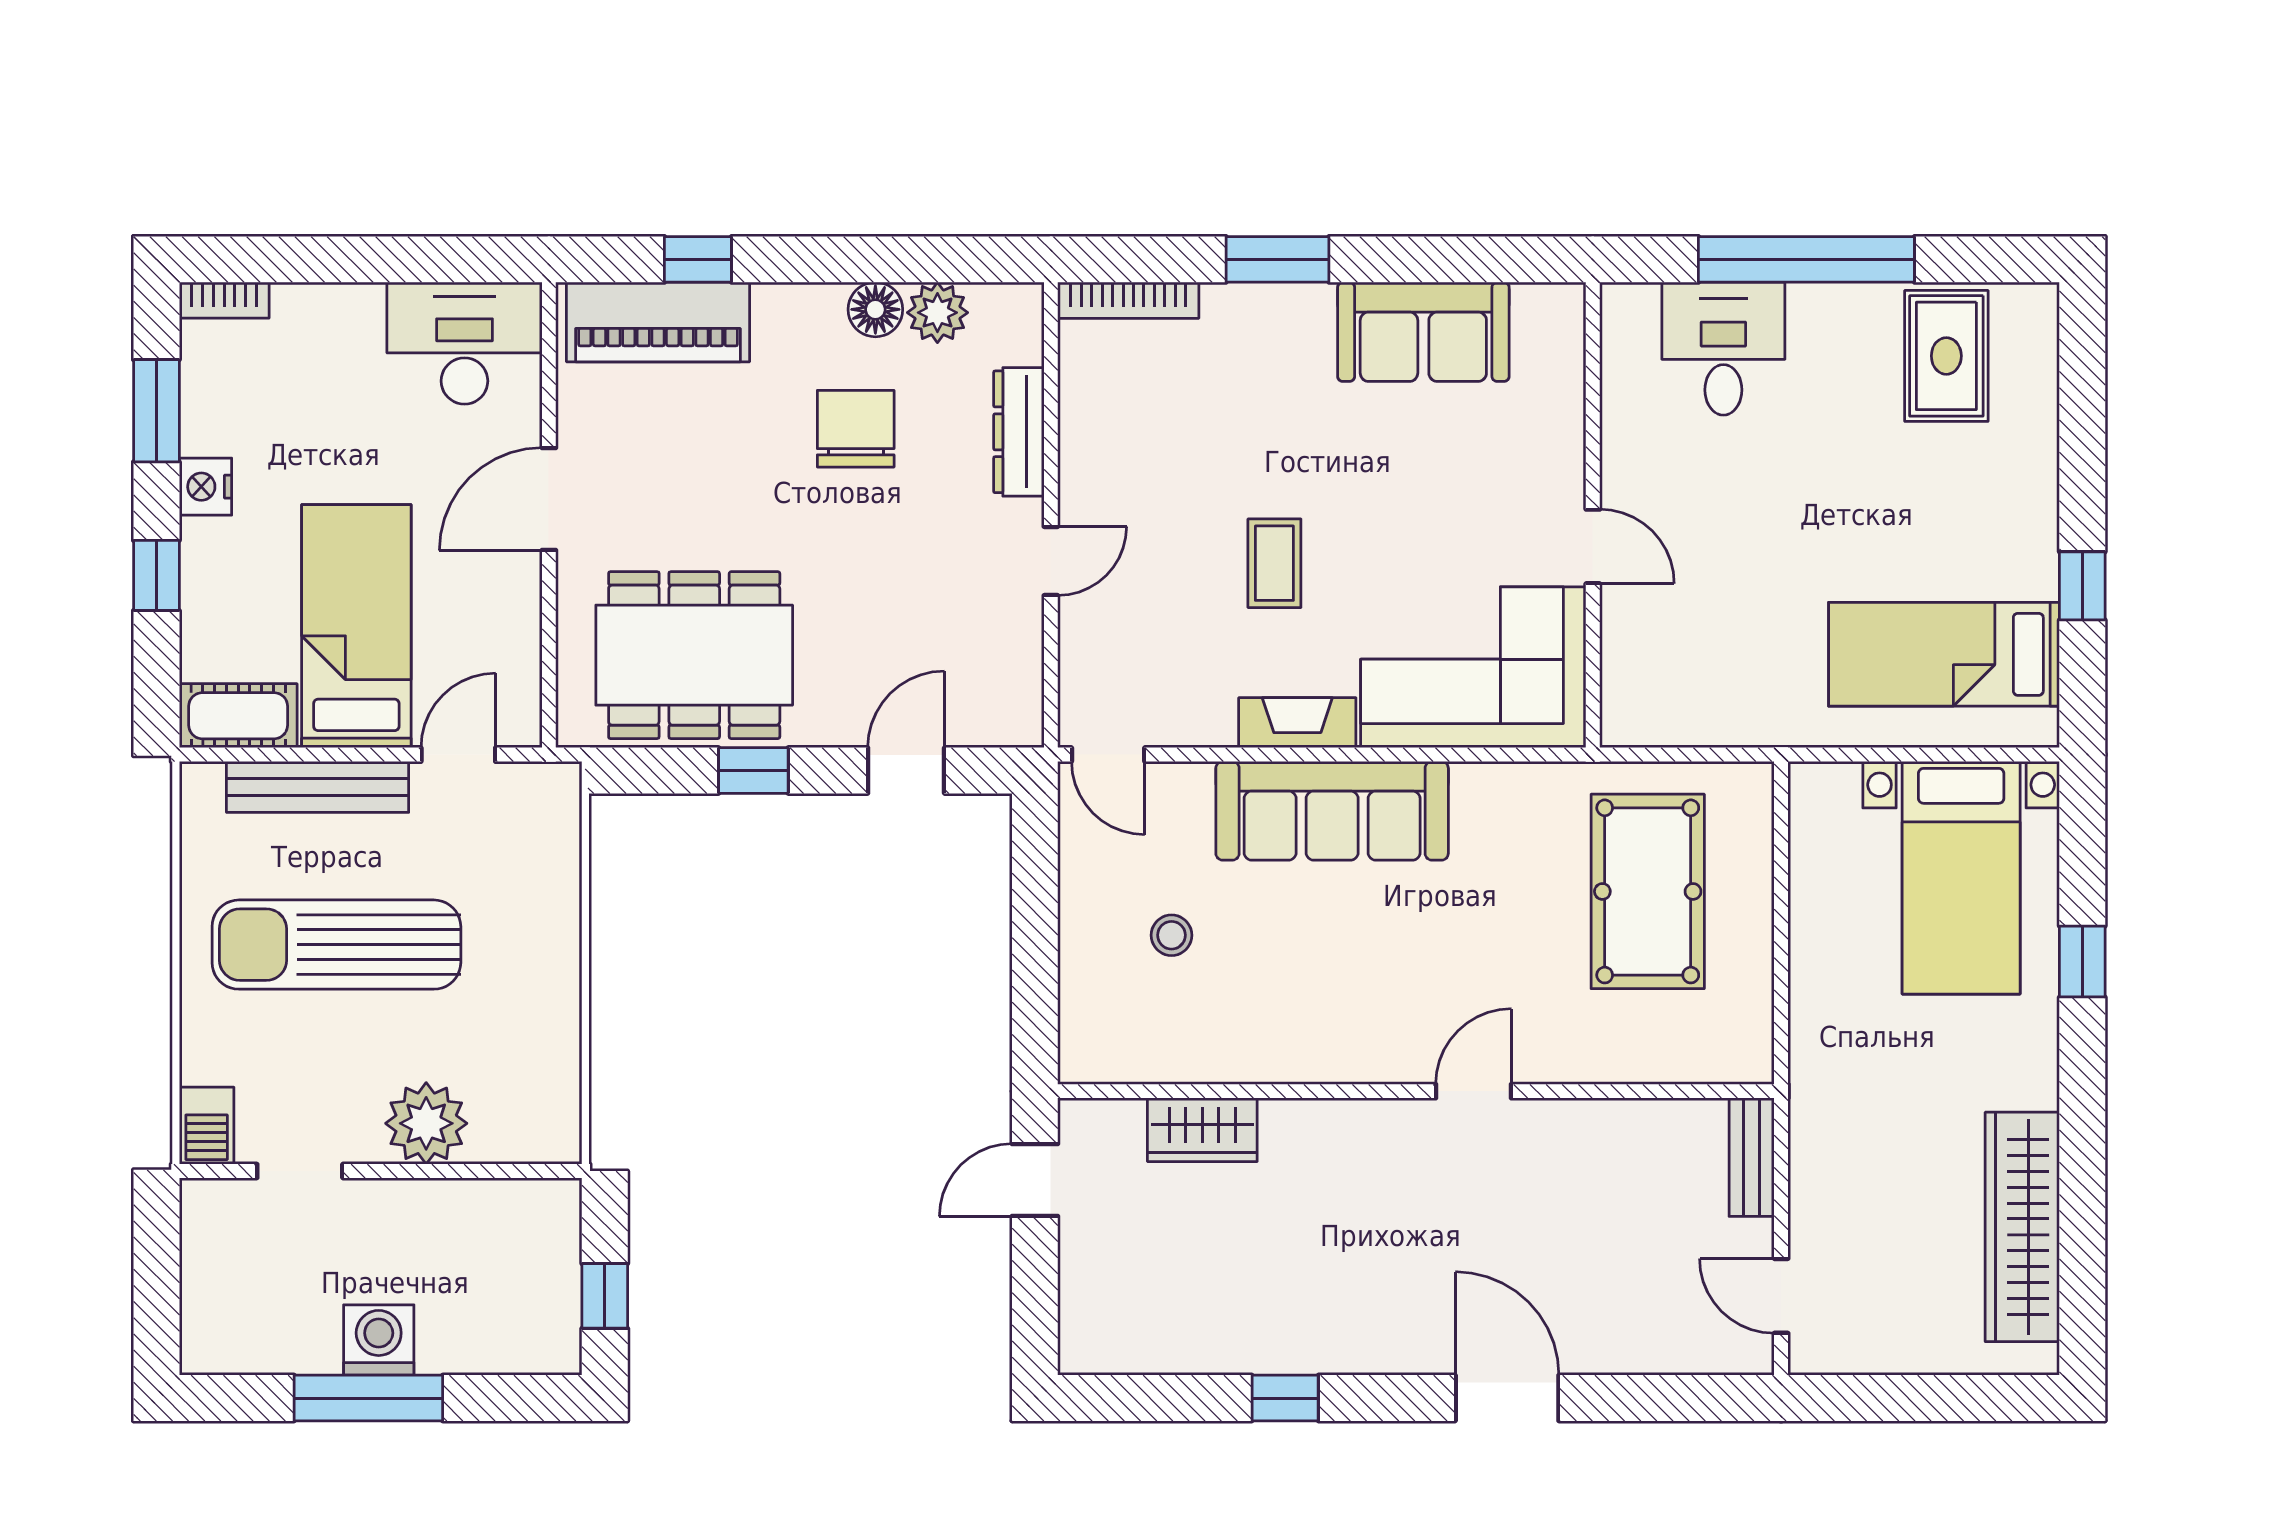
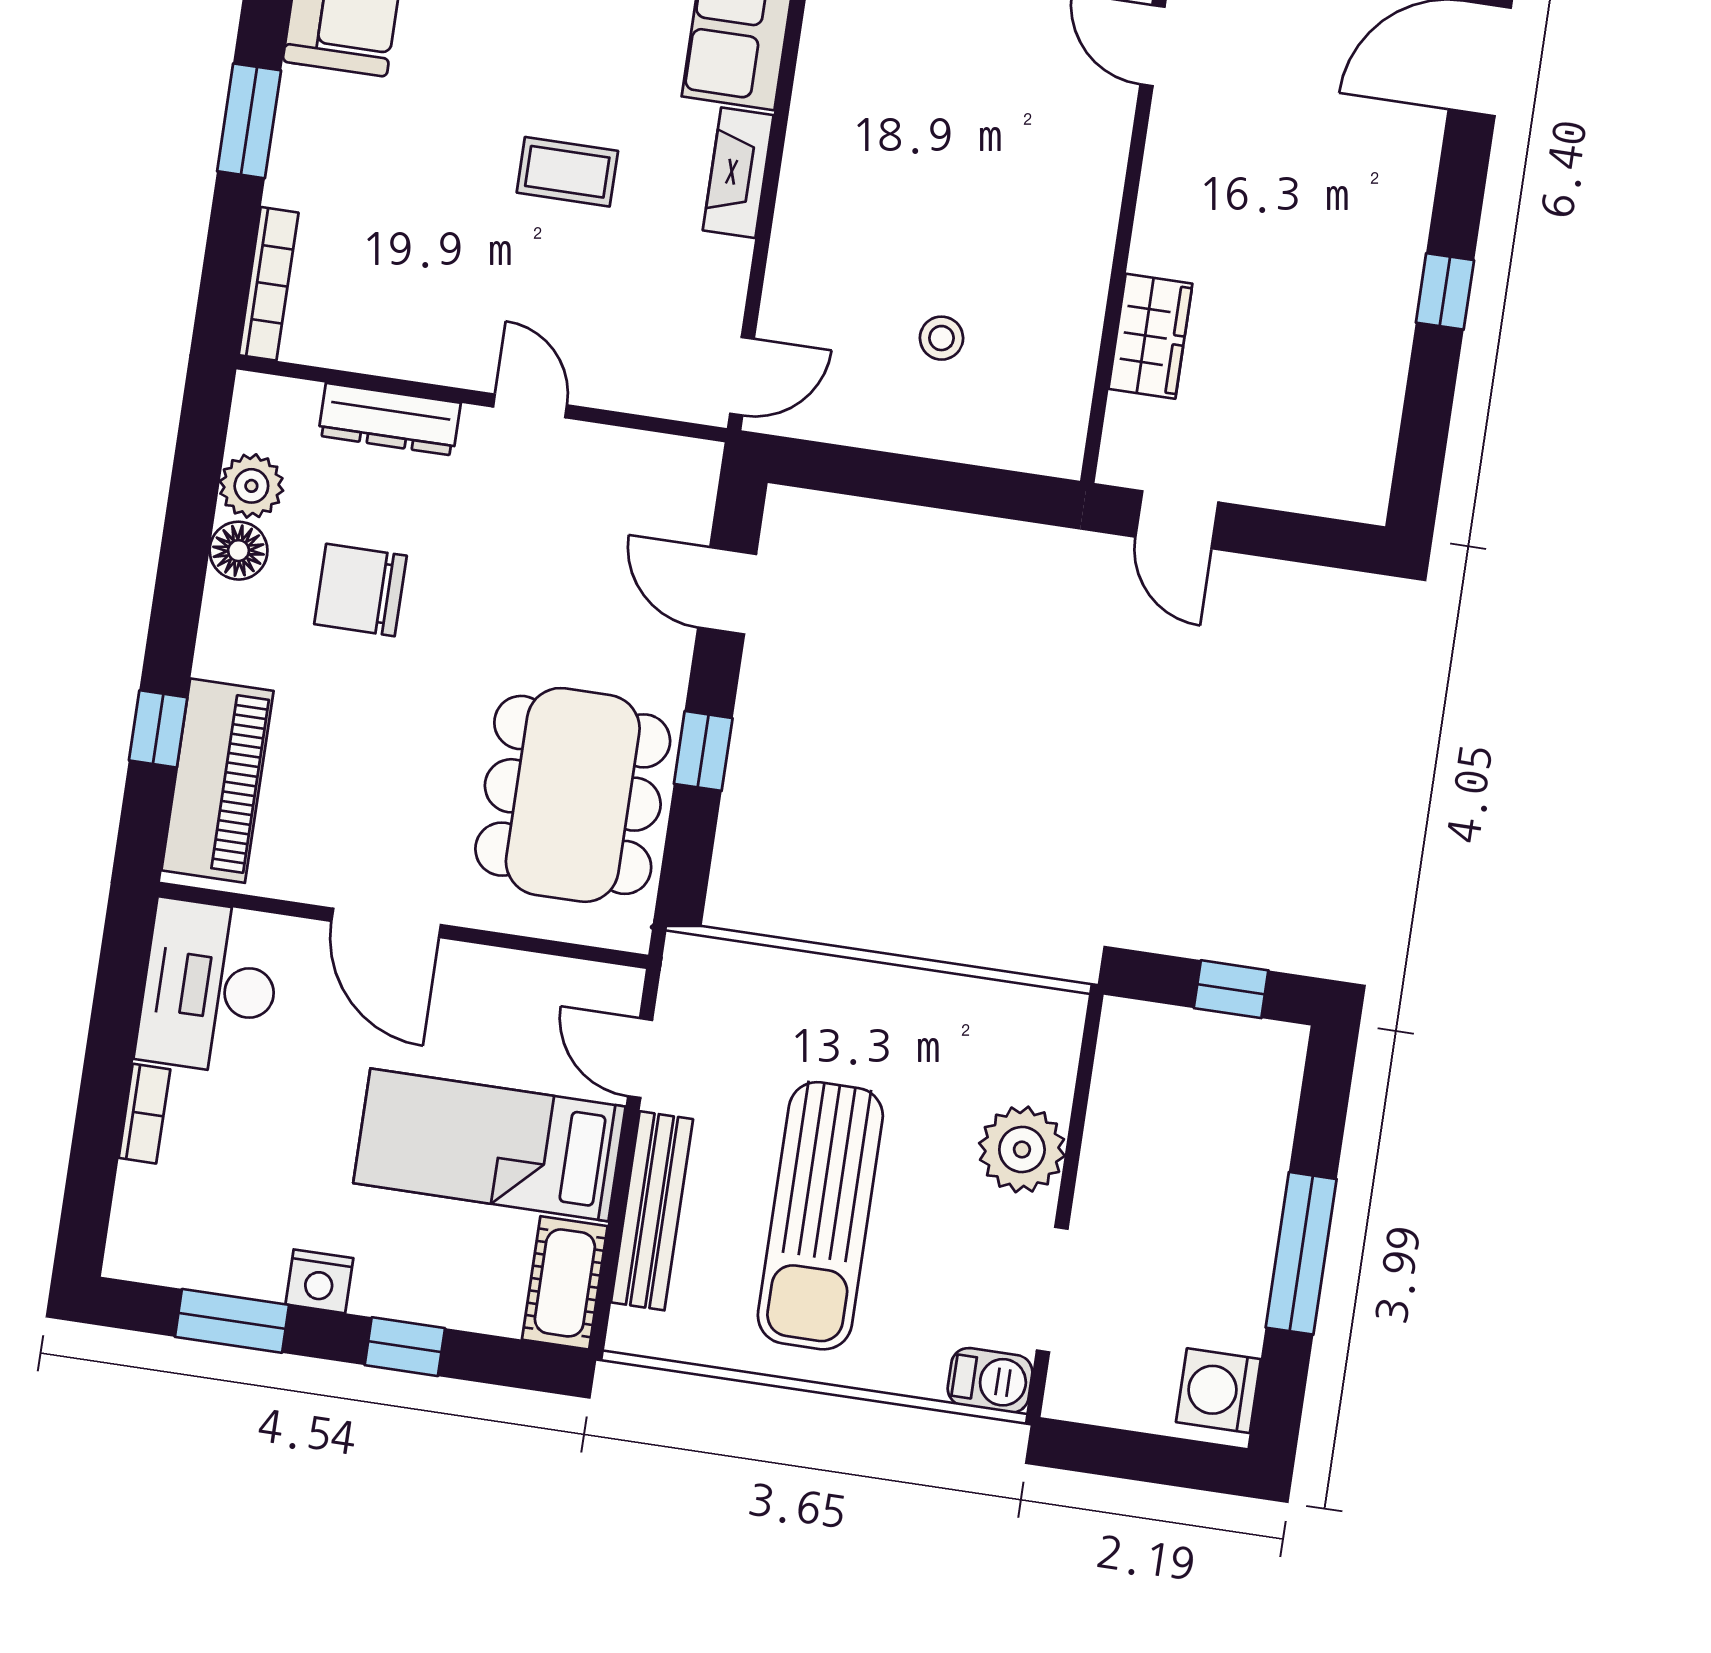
bookcase: (224, 300) -> (144, 1114), moved
sofa: (1332, 811) -> (836, 150), removed
doorway: (300, 1171) -> (1052, 1290), width x1.38
washing machine: (379, 1340) -> (1218, 1391), moved

